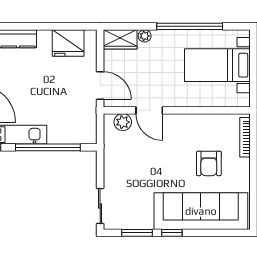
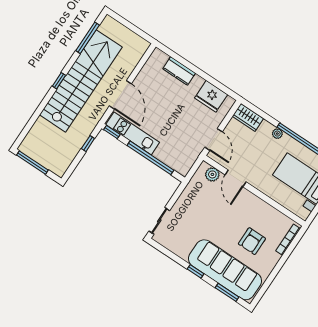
plant: (145, 36) -> (277, 134), moved
window: (137, 233) -> (227, 292), moved

